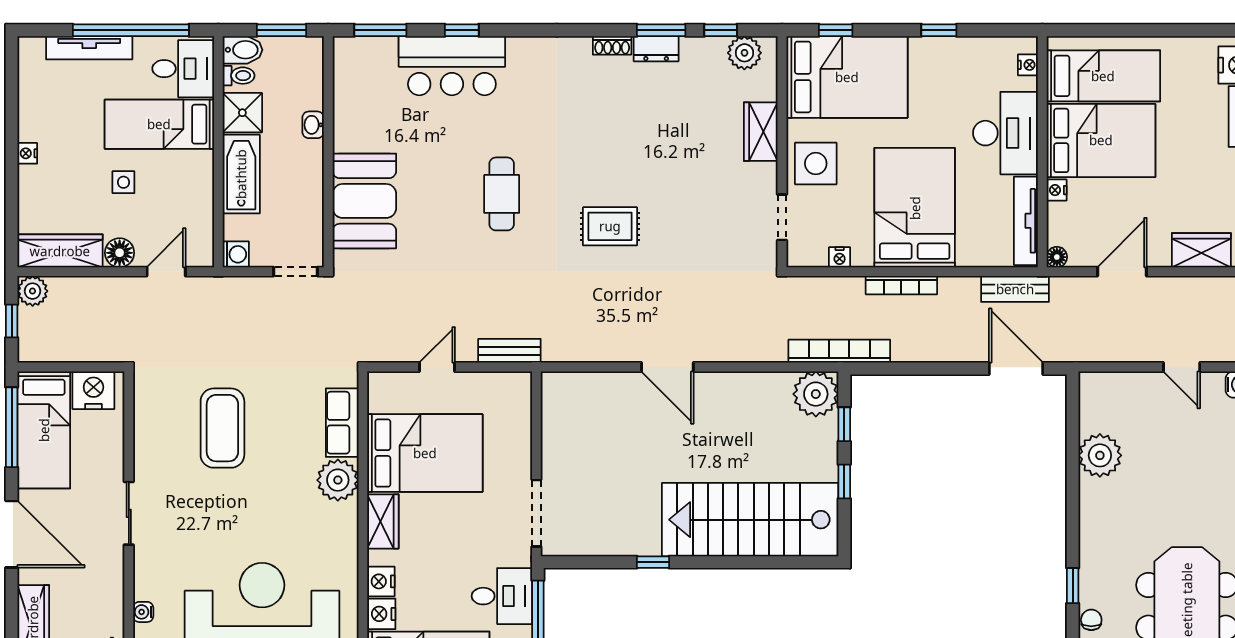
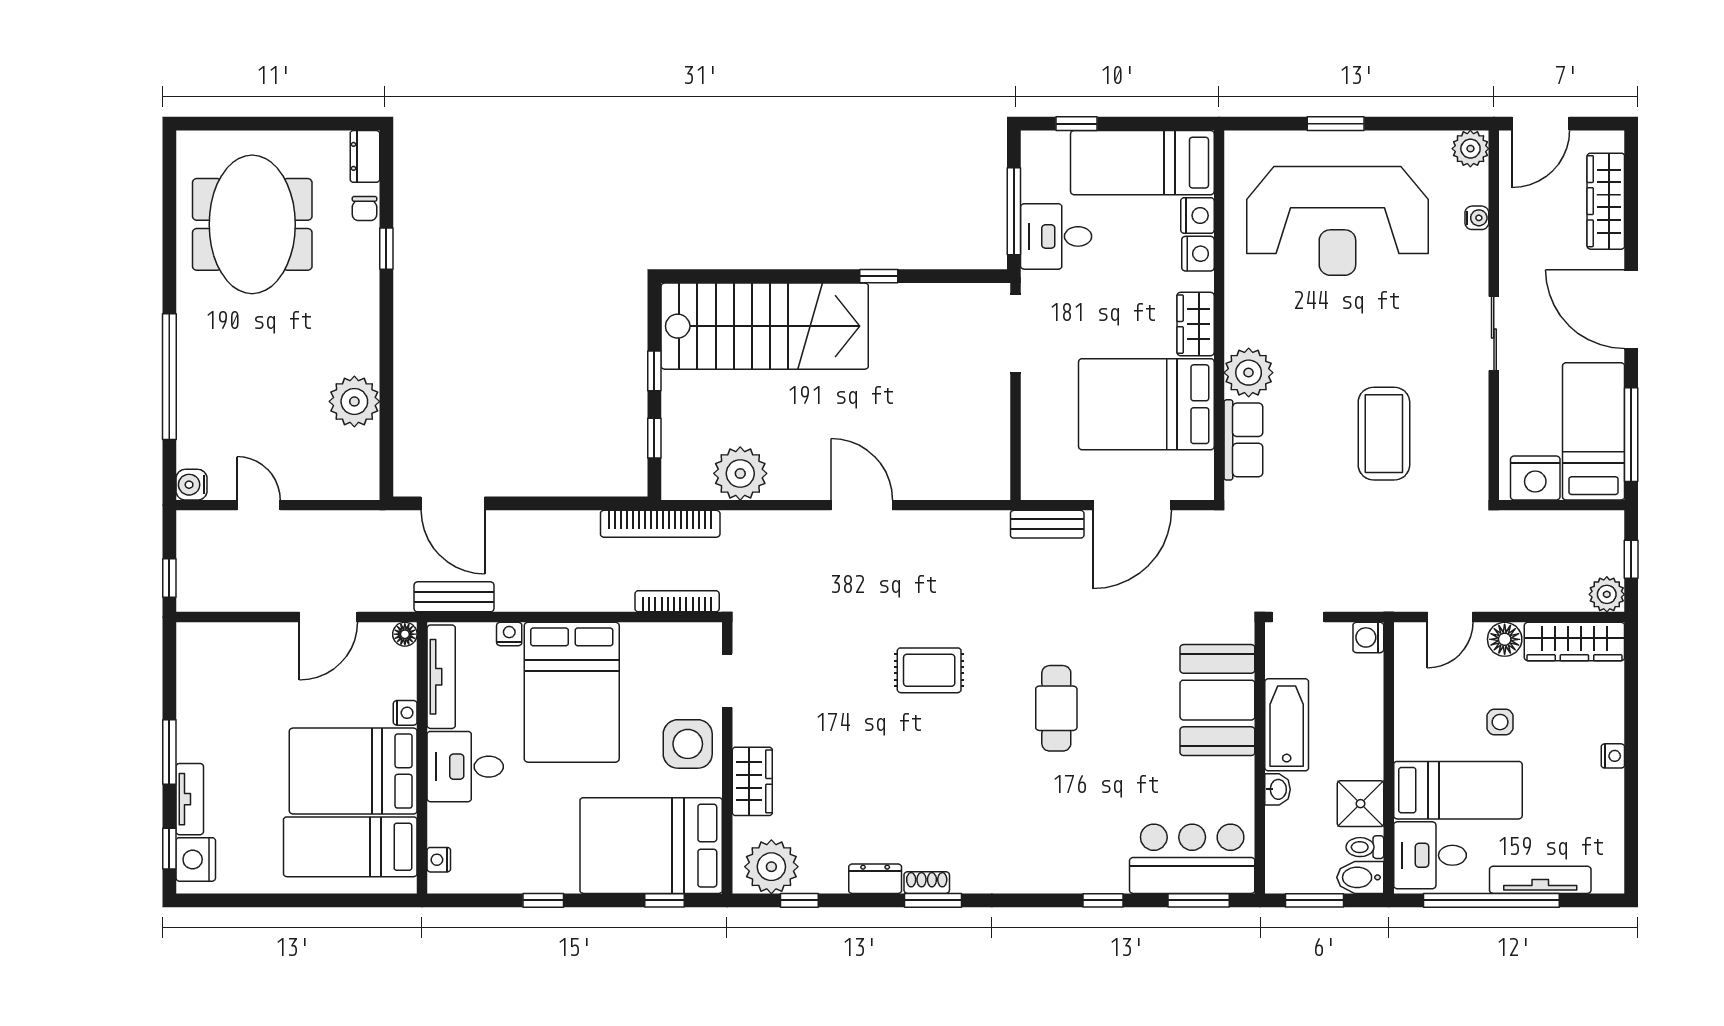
window: (661, 30) -> (933, 900), moved
plant: (744, 53) -> (771, 867), width x1.36, depth x1.36
bar counter: (452, 66) -> (1192, 859), moved
desk: (1005, 133) -> (465, 767), width x0.73
bathtub: (241, 174) -> (1287, 725), moved, turned 180
wardrobe: (1201, 250) -> (235, 642), removed
nightstand: (840, 257) -> (509, 634), moved
bookcase: (901, 285) -> (677, 601), moved
door: (437, 367) -> (1132, 505), width x1.87
plant: (816, 394) -> (740, 473), moved

